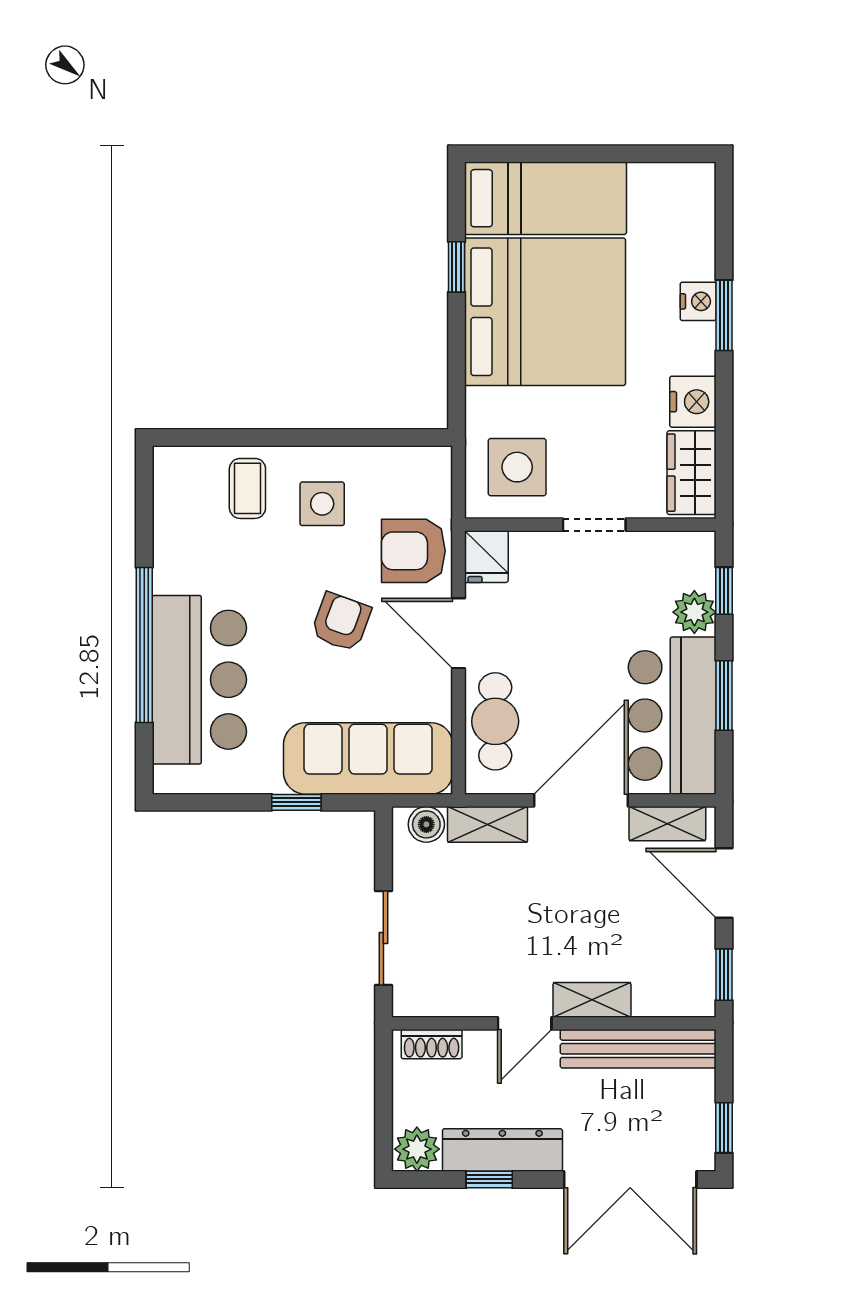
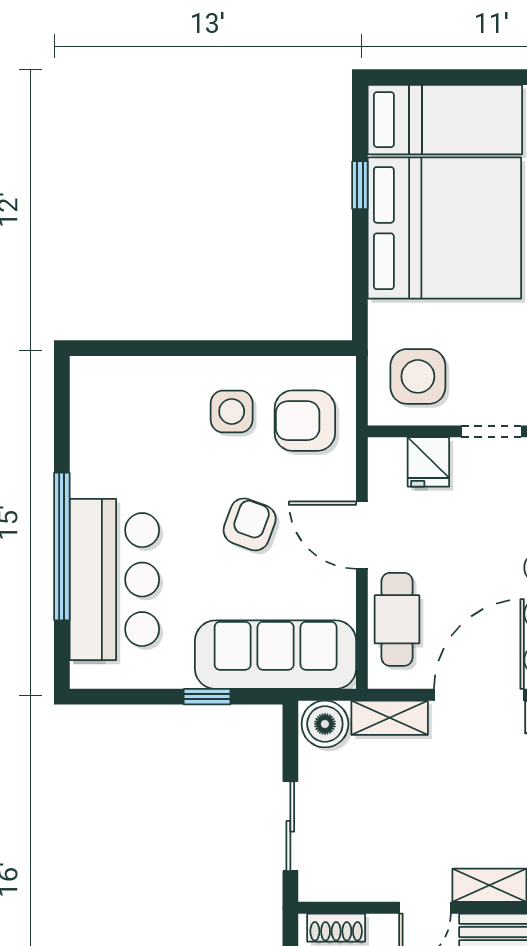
coffee table: (247, 488) -> (160, 397), removed
armchair: (413, 551) -> (305, 421), moved
fridge: (486, 557) -> (428, 462), moved
boiler: (426, 824) -> (325, 724), width x1.36, depth x1.36

